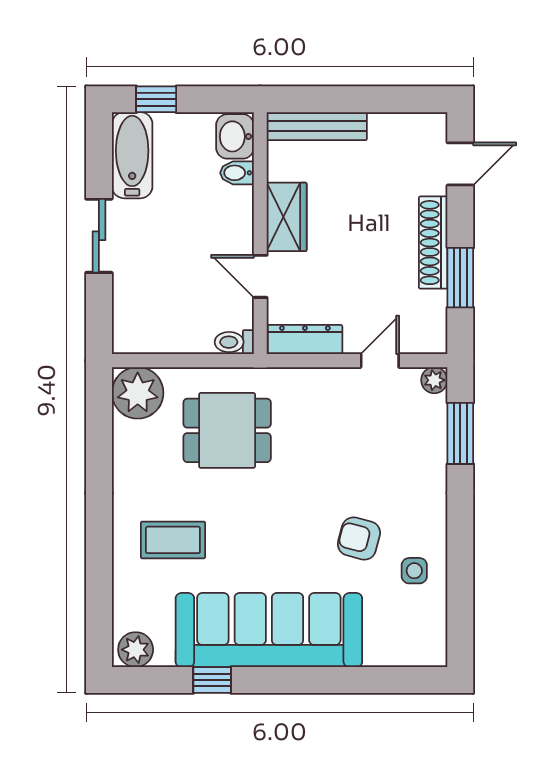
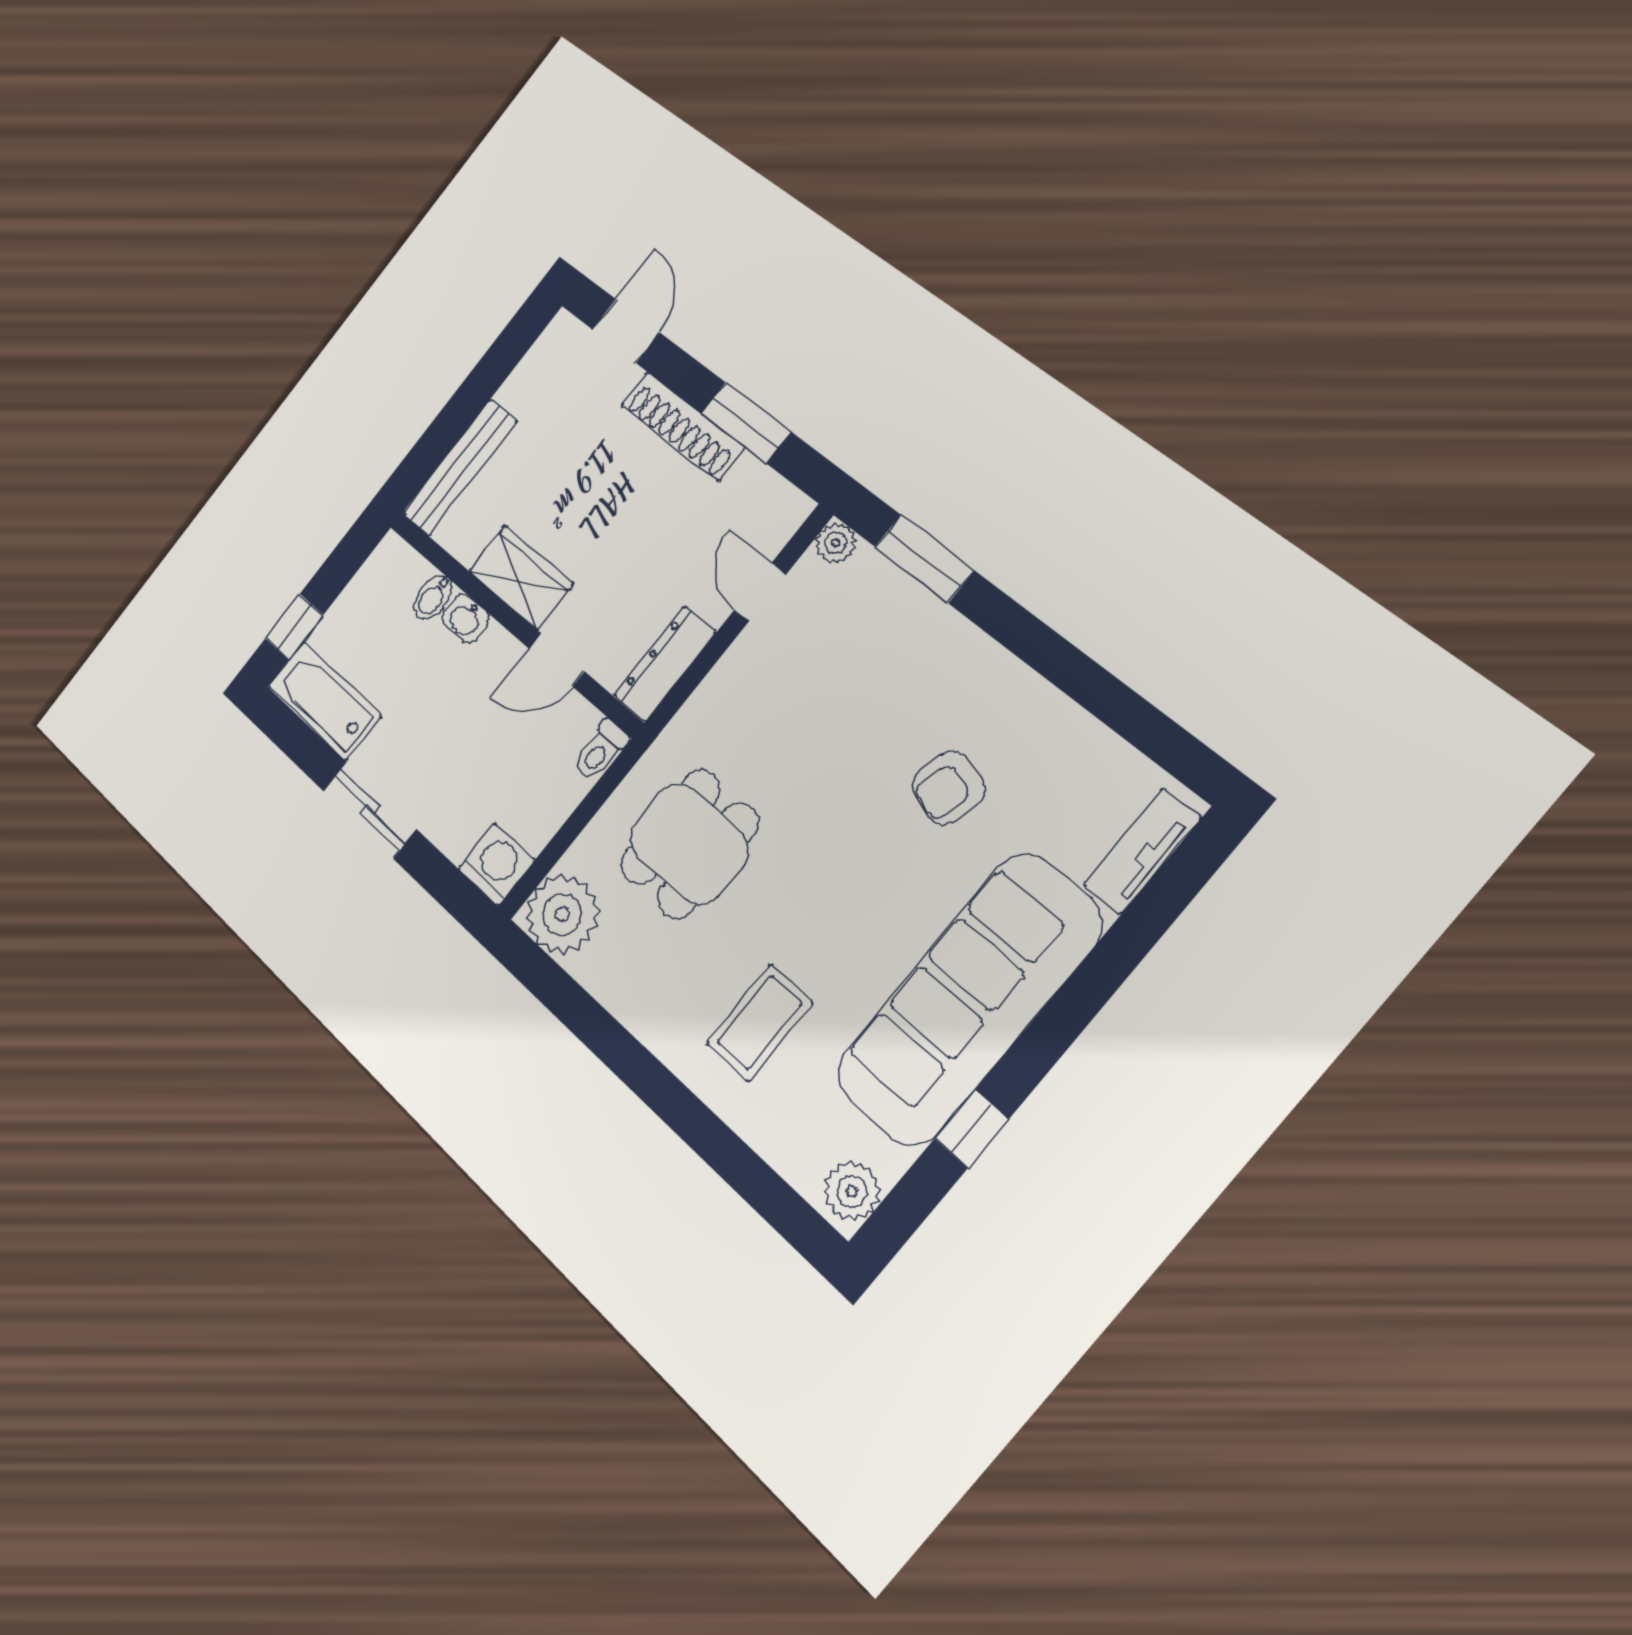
washbasin: (235, 136) -> (466, 619), moved, width x0.72, depth x0.69
washing machine: (132, 334) -> (496, 864), added
side table: (414, 571) -> (1047, 749), removed
tv unit: (402, 653) -> (1142, 851), added

